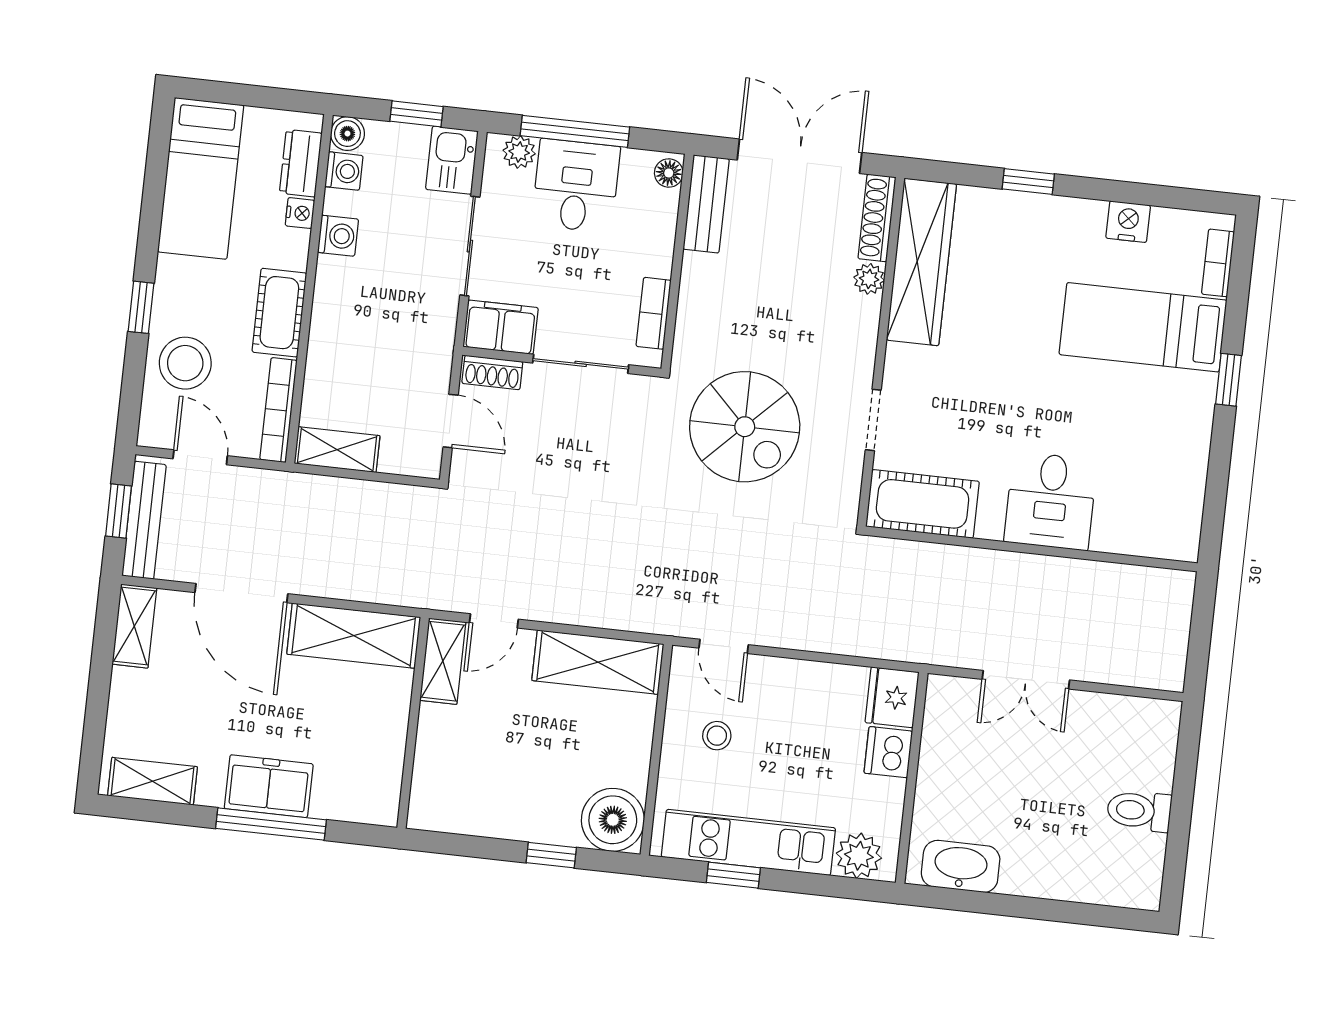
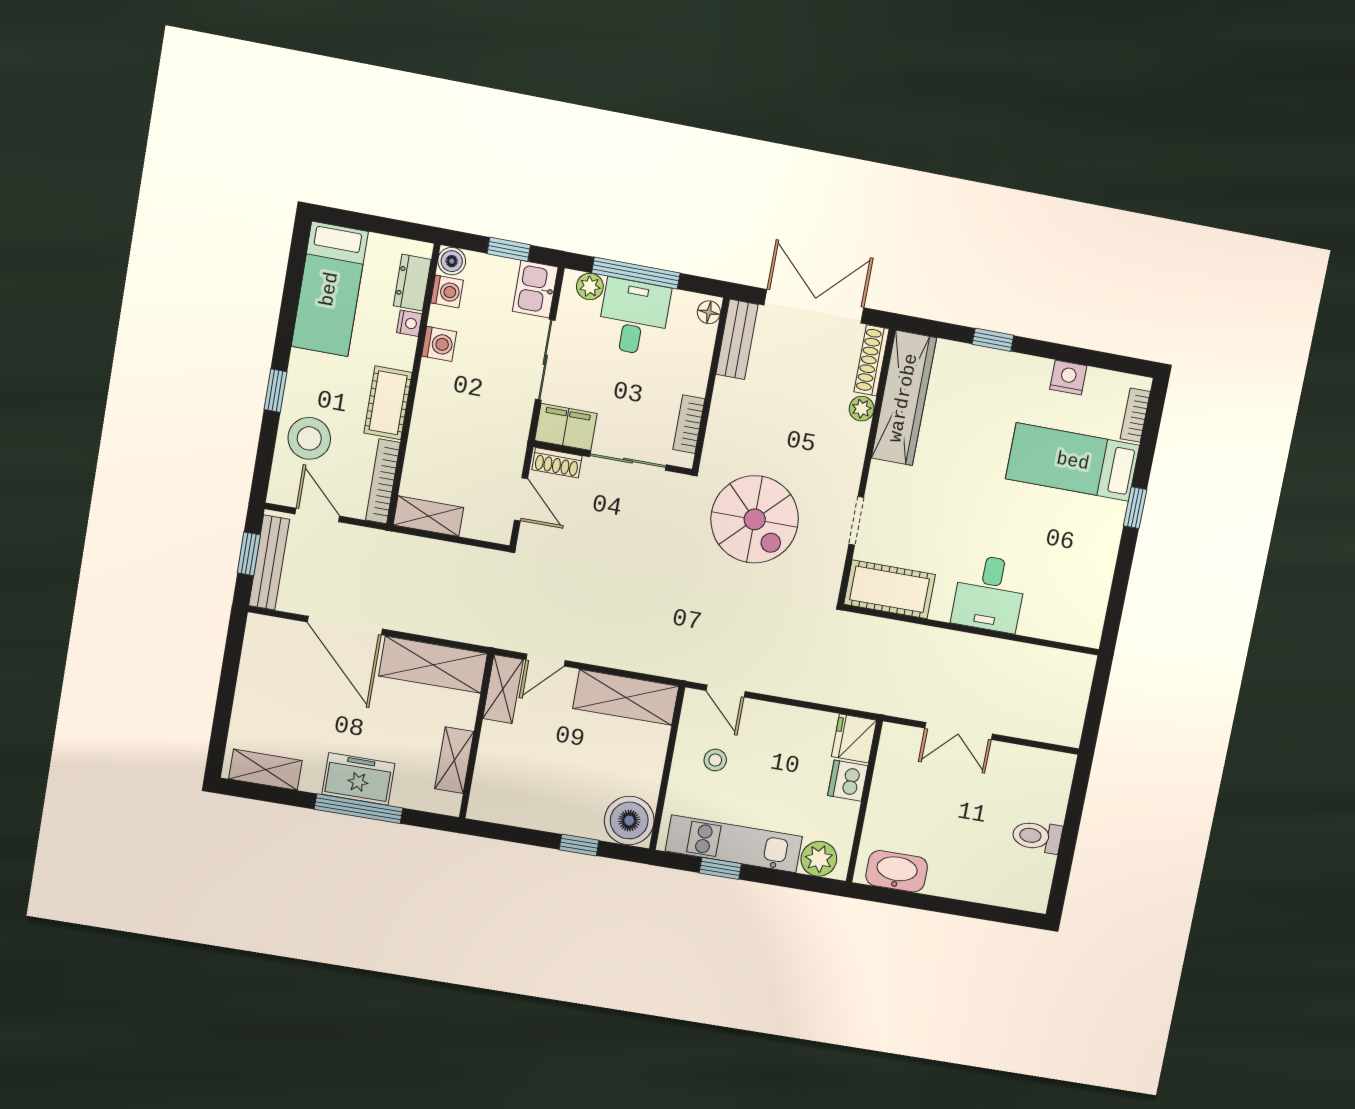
shelving: (134, 626) -> (454, 760), moved

